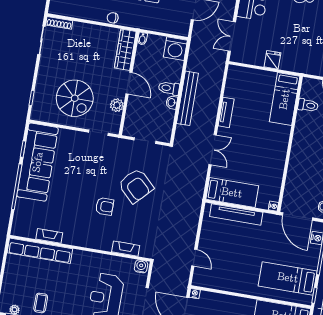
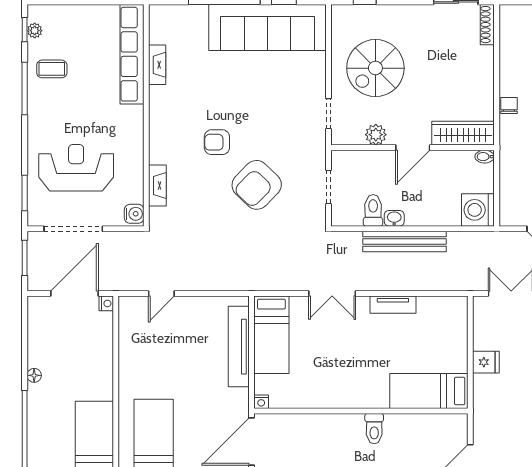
toilet: (169, 88) -> (373, 210), moved
toilet: (308, 105) -> (374, 429), moved
armchair: (105, 206) -> (217, 142), turned 90

